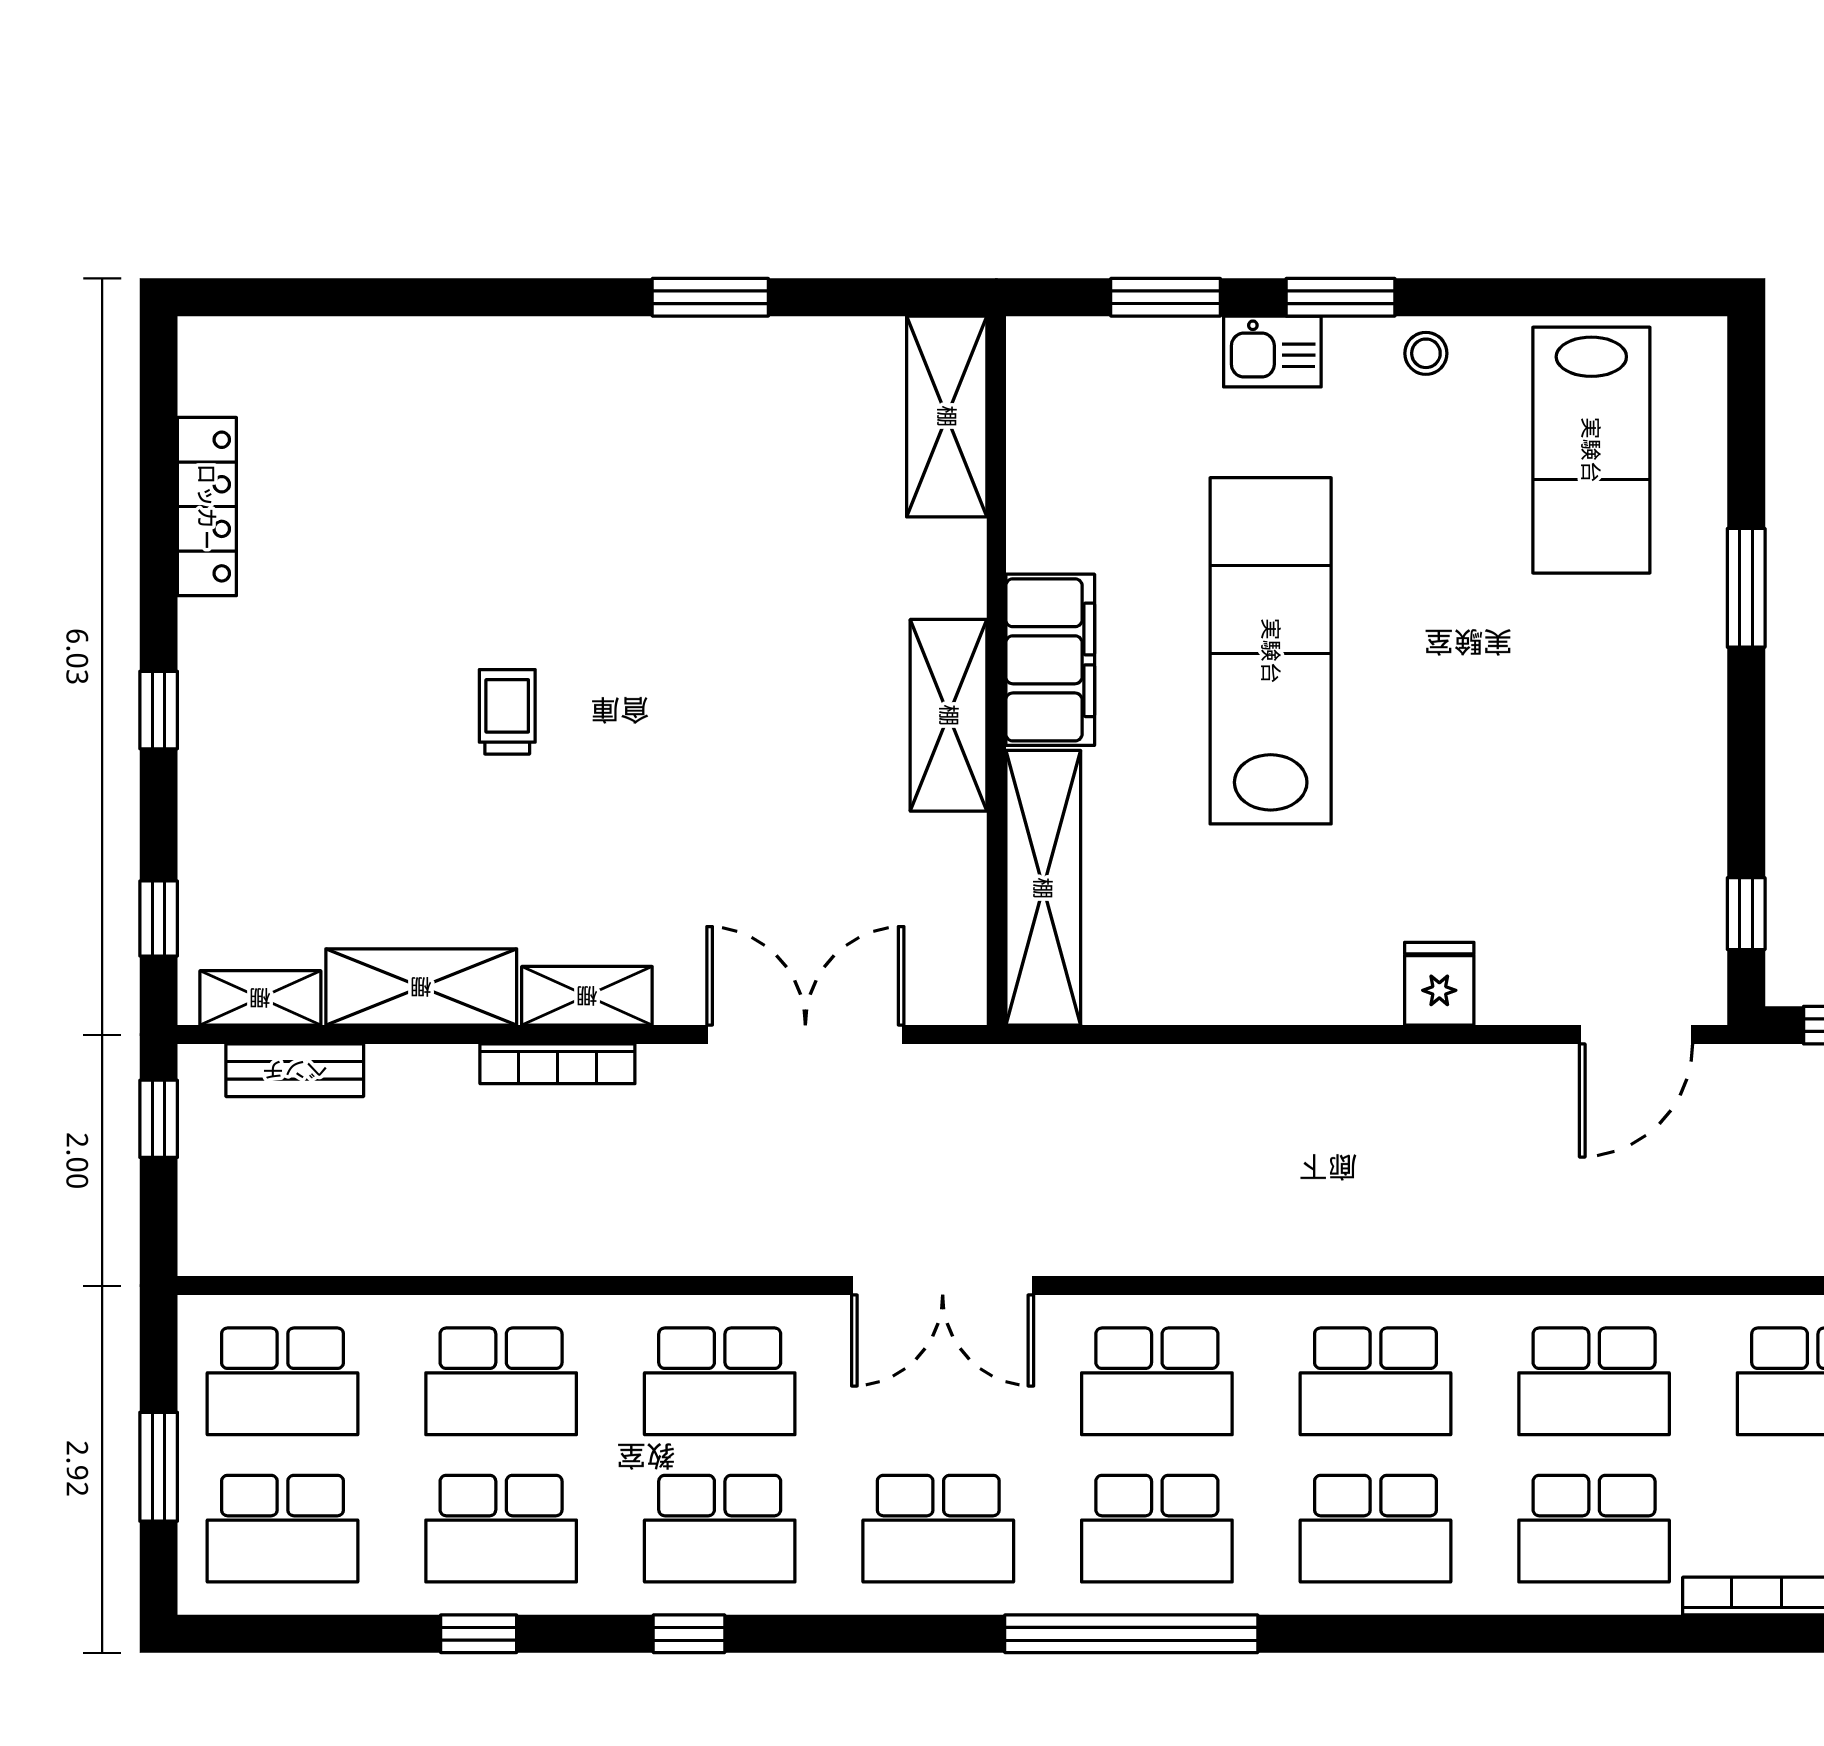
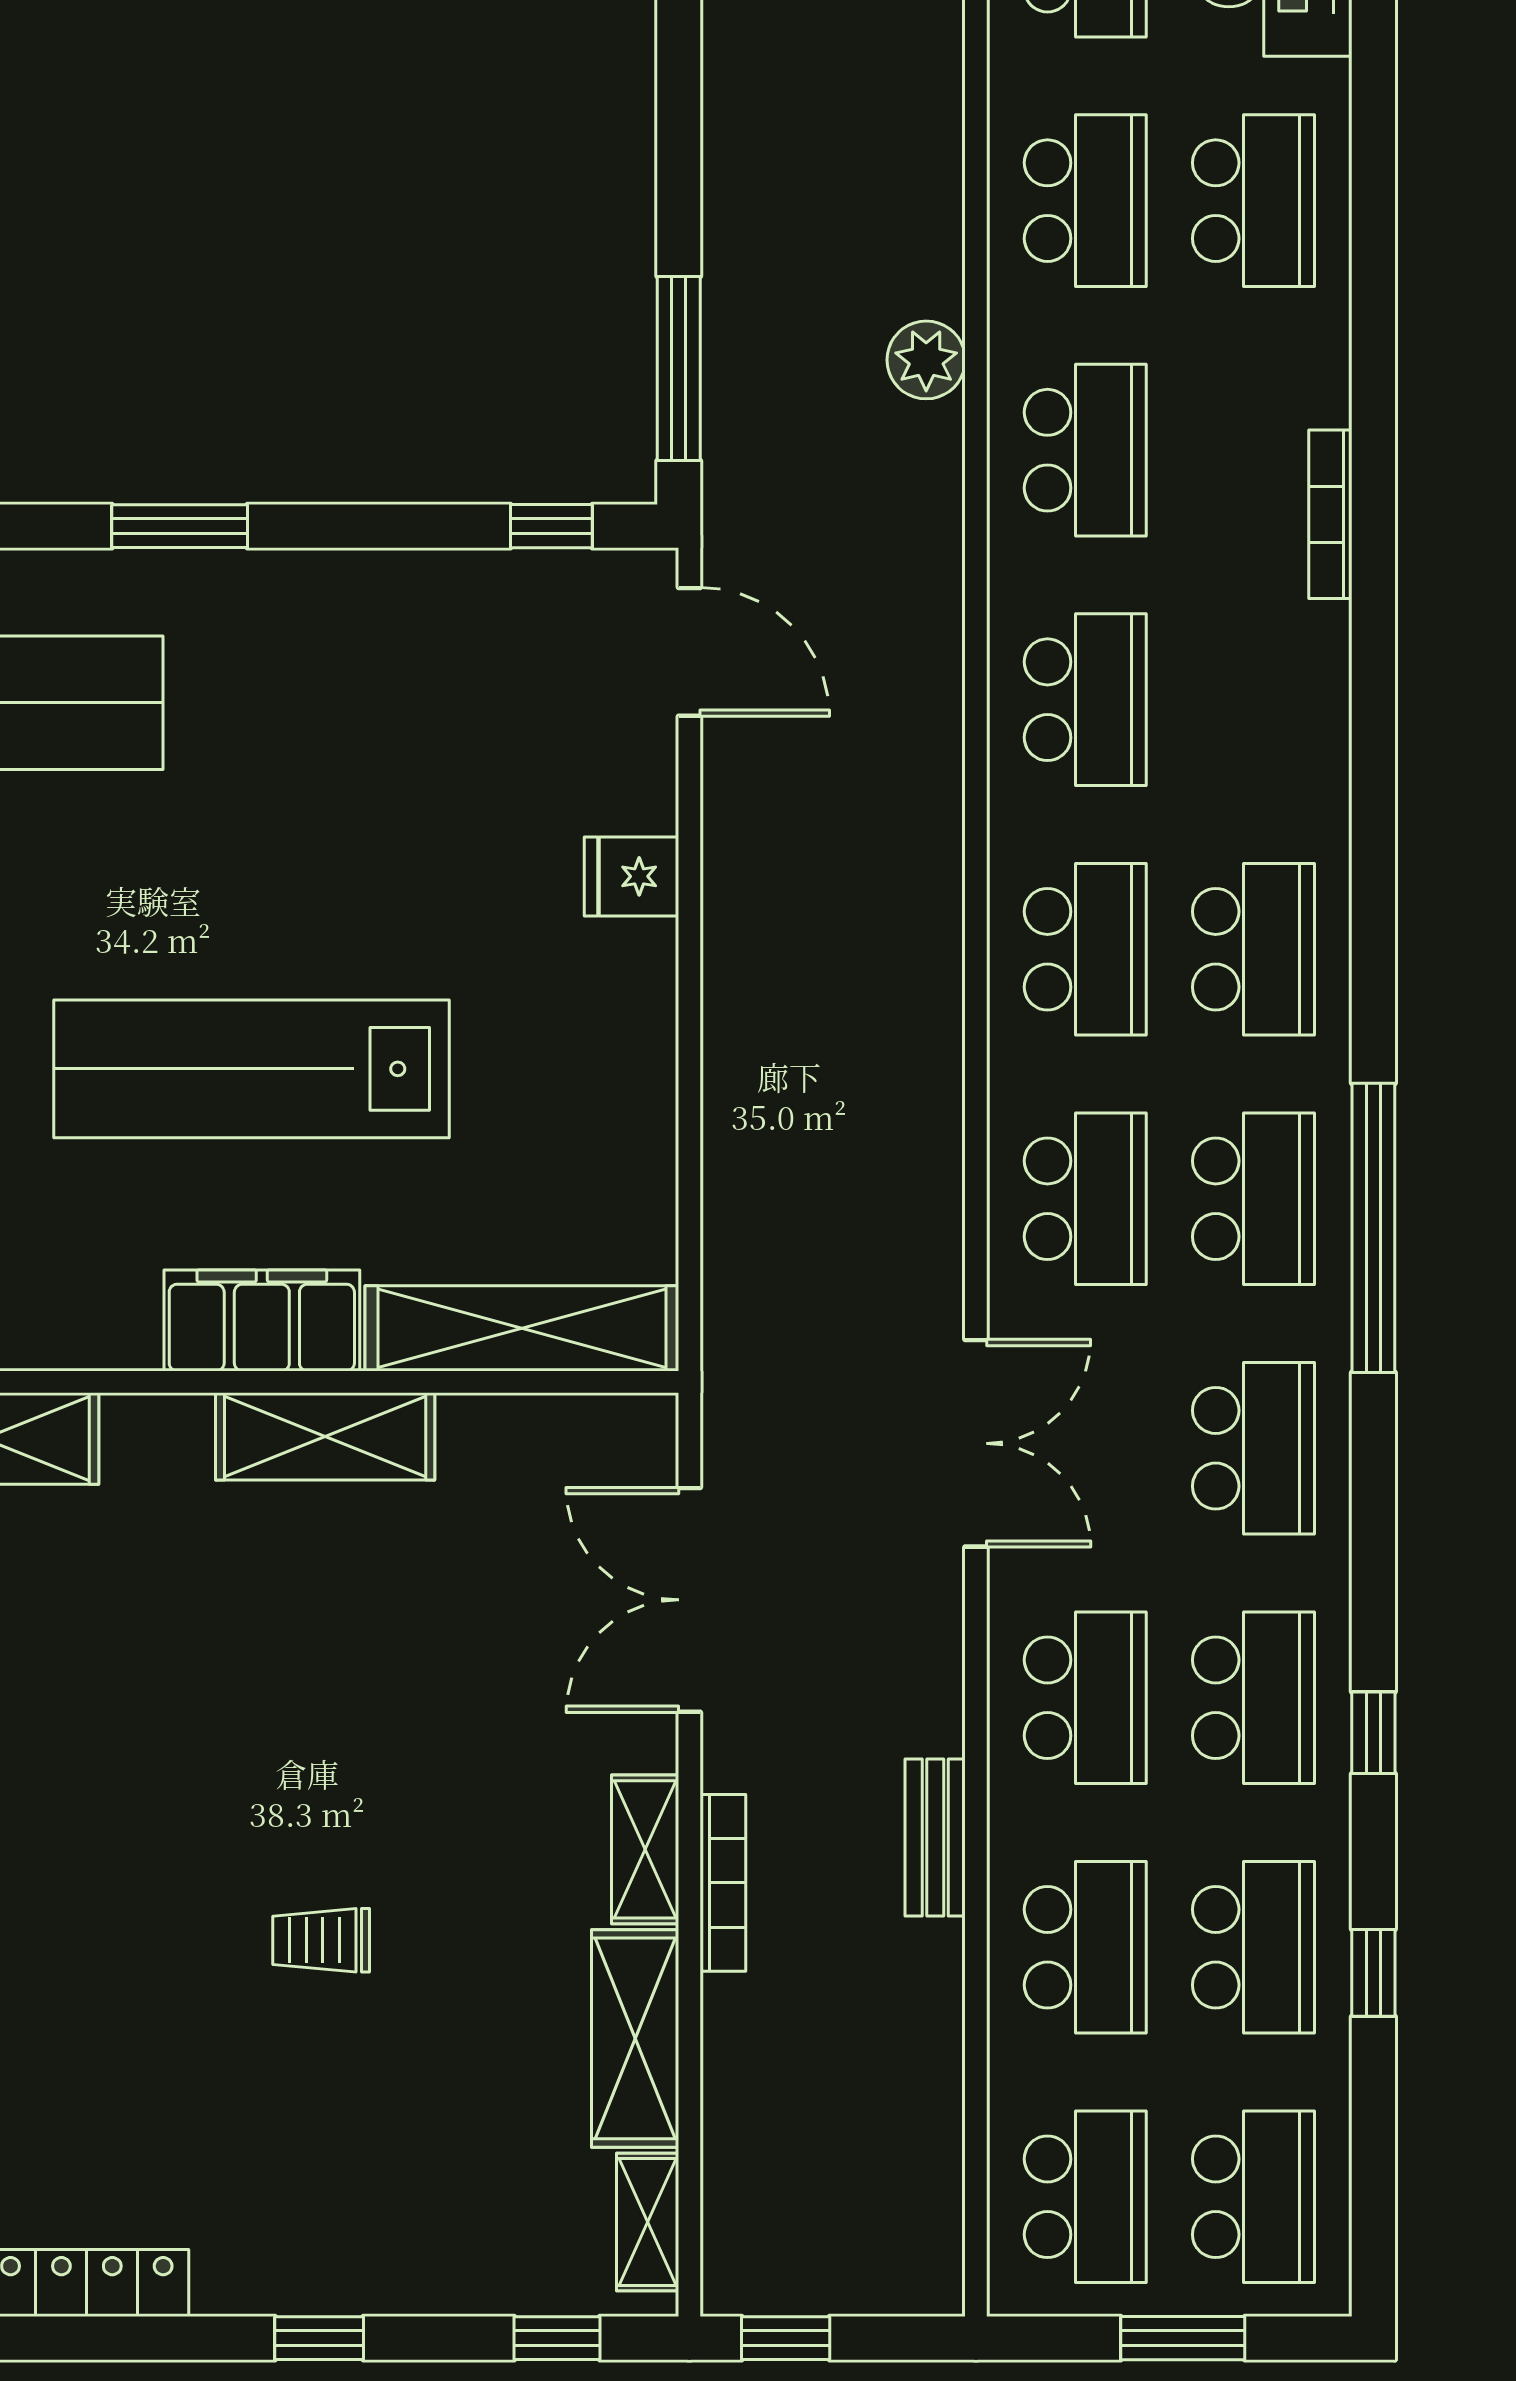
bench: (295, 1070) -> (935, 1837), moved
school desk: (1594, 1529) -> (1253, 700), removed

